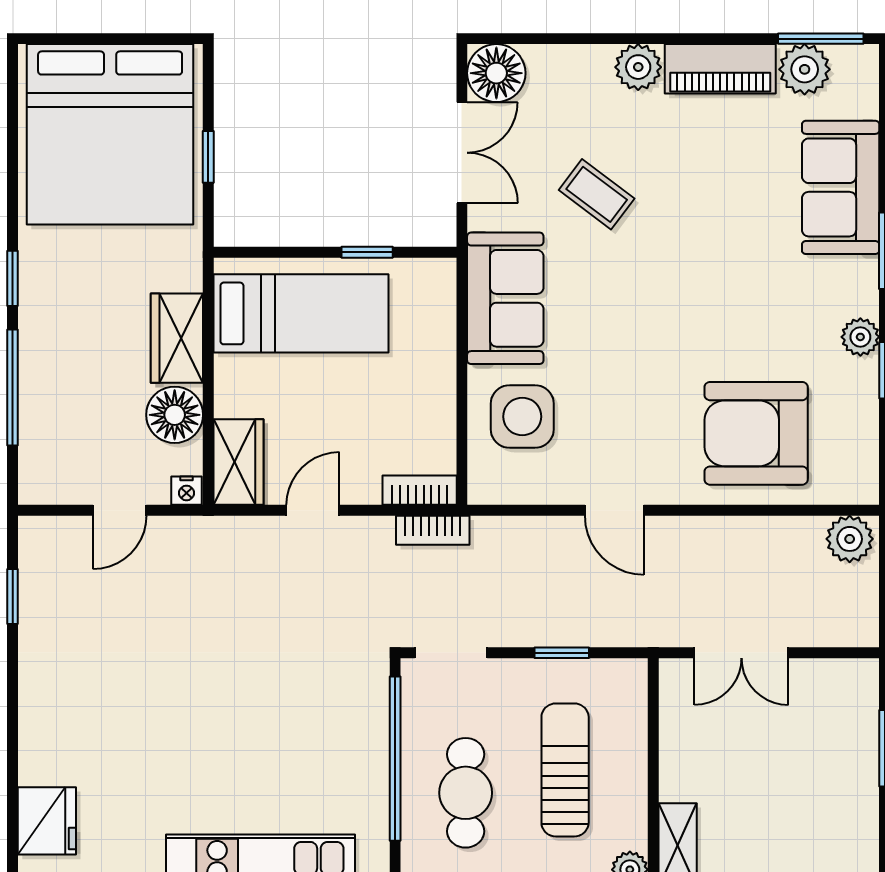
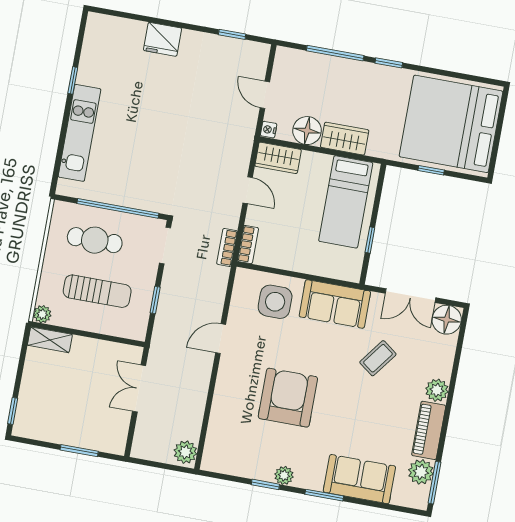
armchair: (756, 433) -> (288, 398), moved
fridge: (47, 821) -> (163, 39), moved

